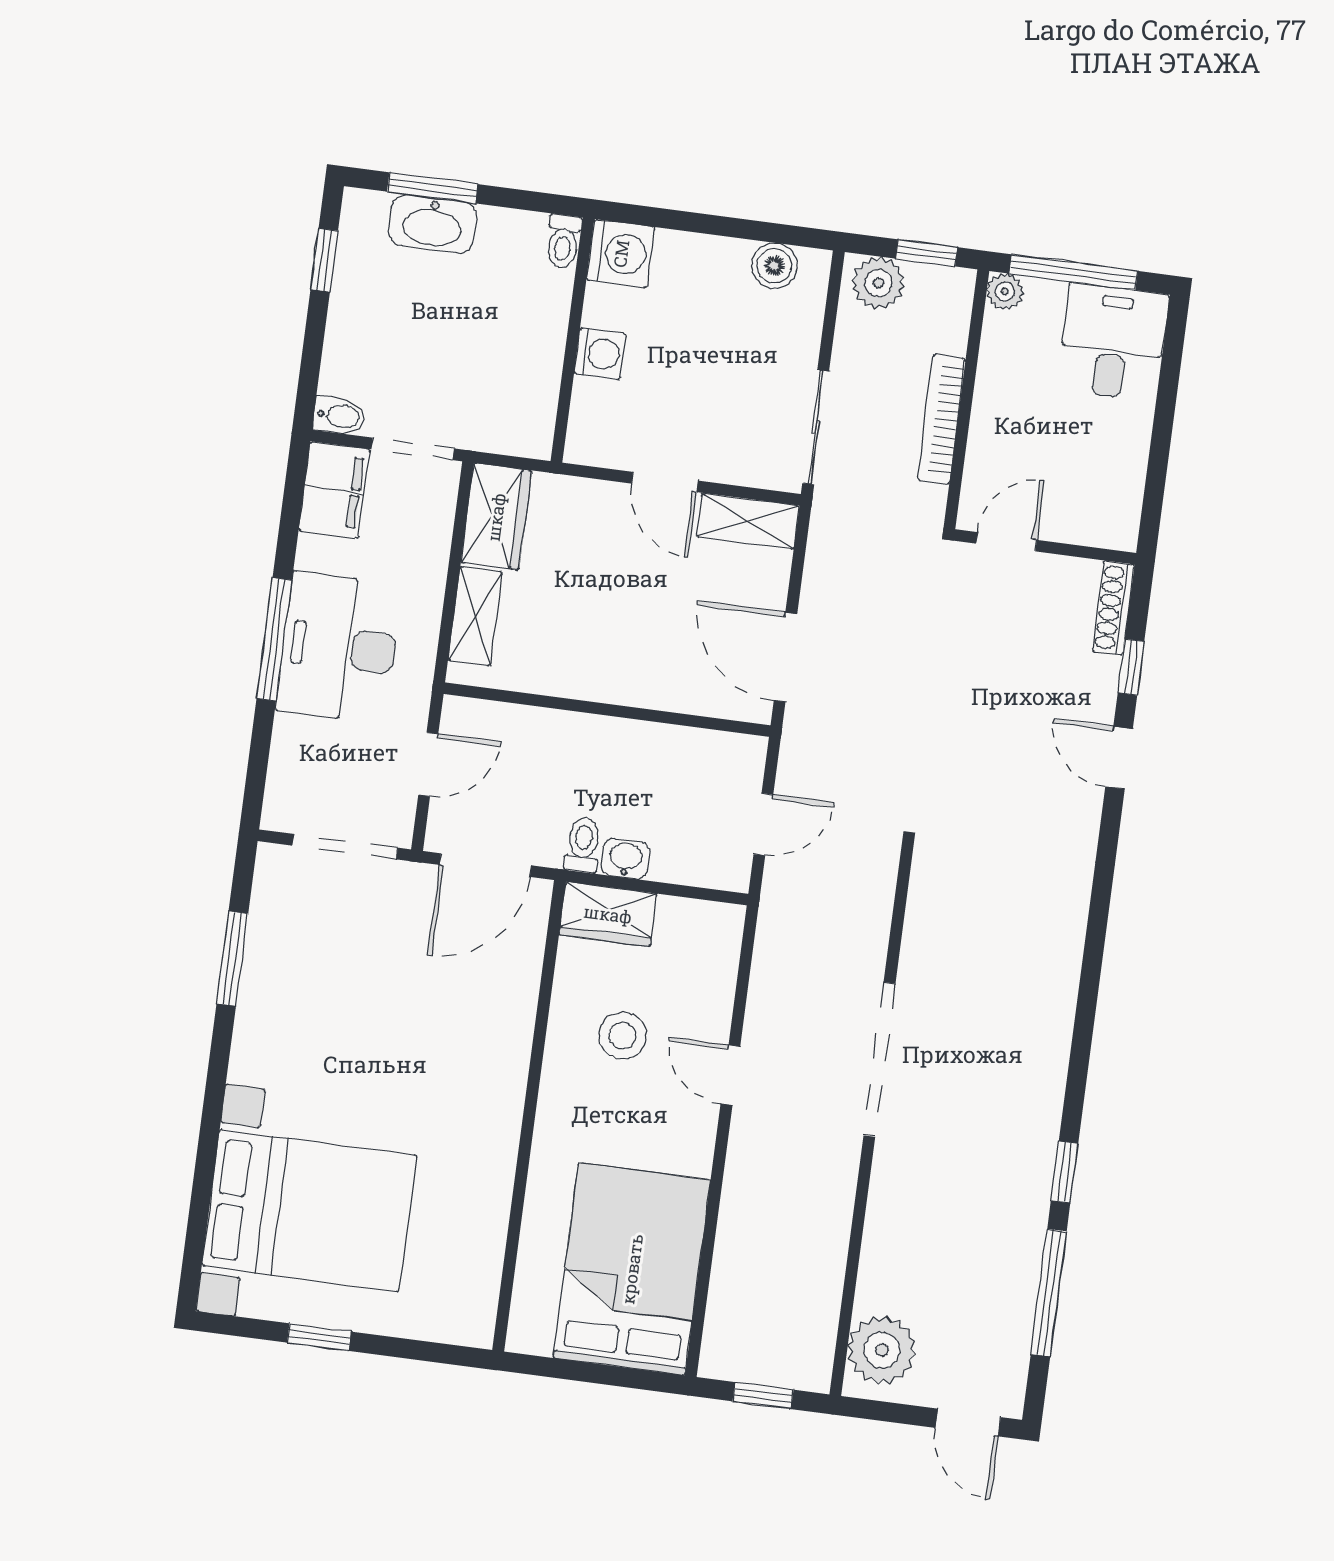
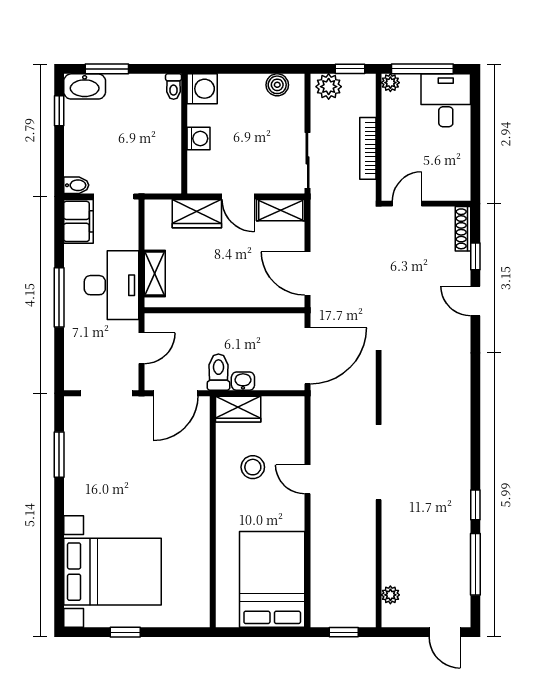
washbasin: (433, 224) -> (85, 86), moved
wardrobe: (496, 517) -> (197, 214), moved, turned 90
desk: (339, 647) -> (112, 285), moved, turned 180
door: (763, 824) -> (308, 356), width x1.88
toilet: (583, 845) -> (218, 372), width x1.37, depth x1.39
plant: (882, 1350) -> (390, 595), width x0.53, depth x0.53

